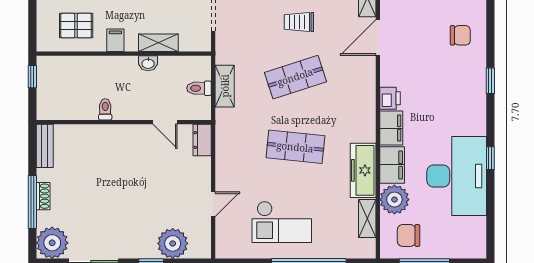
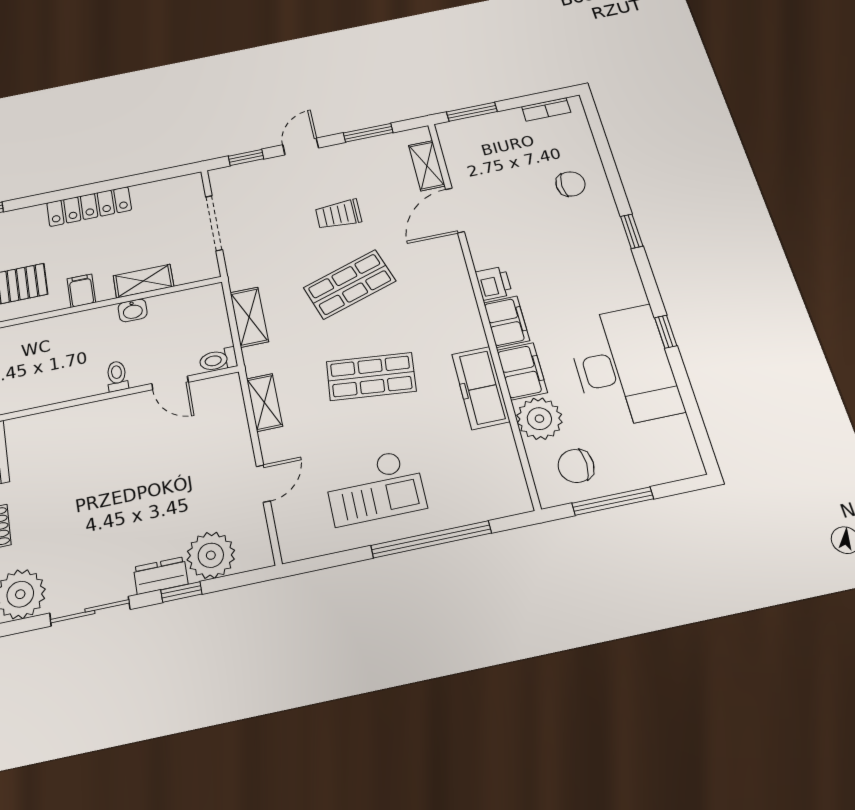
toilet: (199, 88) -> (218, 360), moved
toilet: (105, 109) -> (117, 376), moved
dresser: (202, 140) -> (161, 576), moved, turned 90
shelving: (367, 218) -> (265, 402), moved

